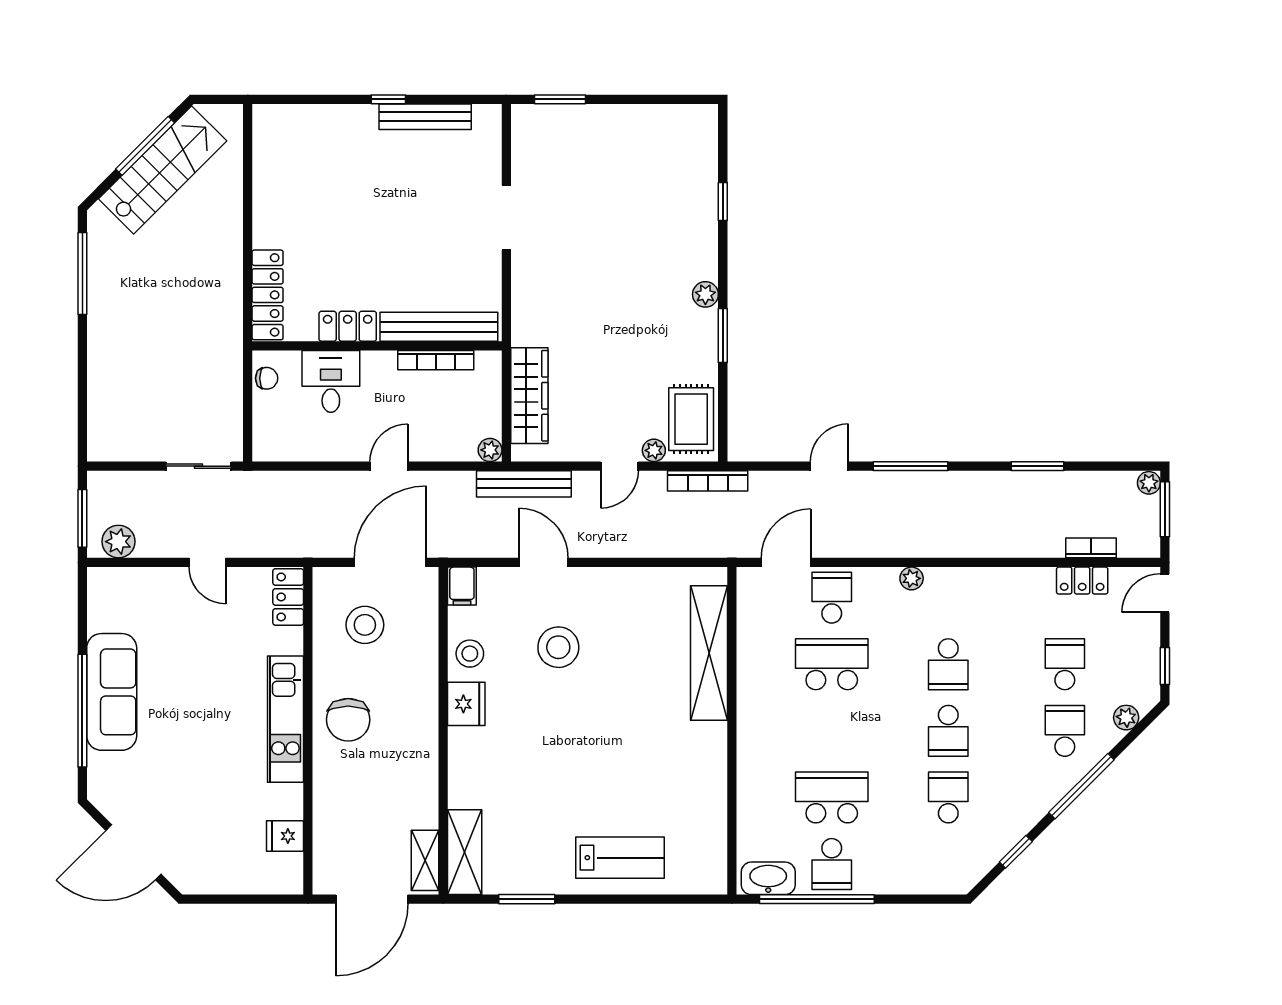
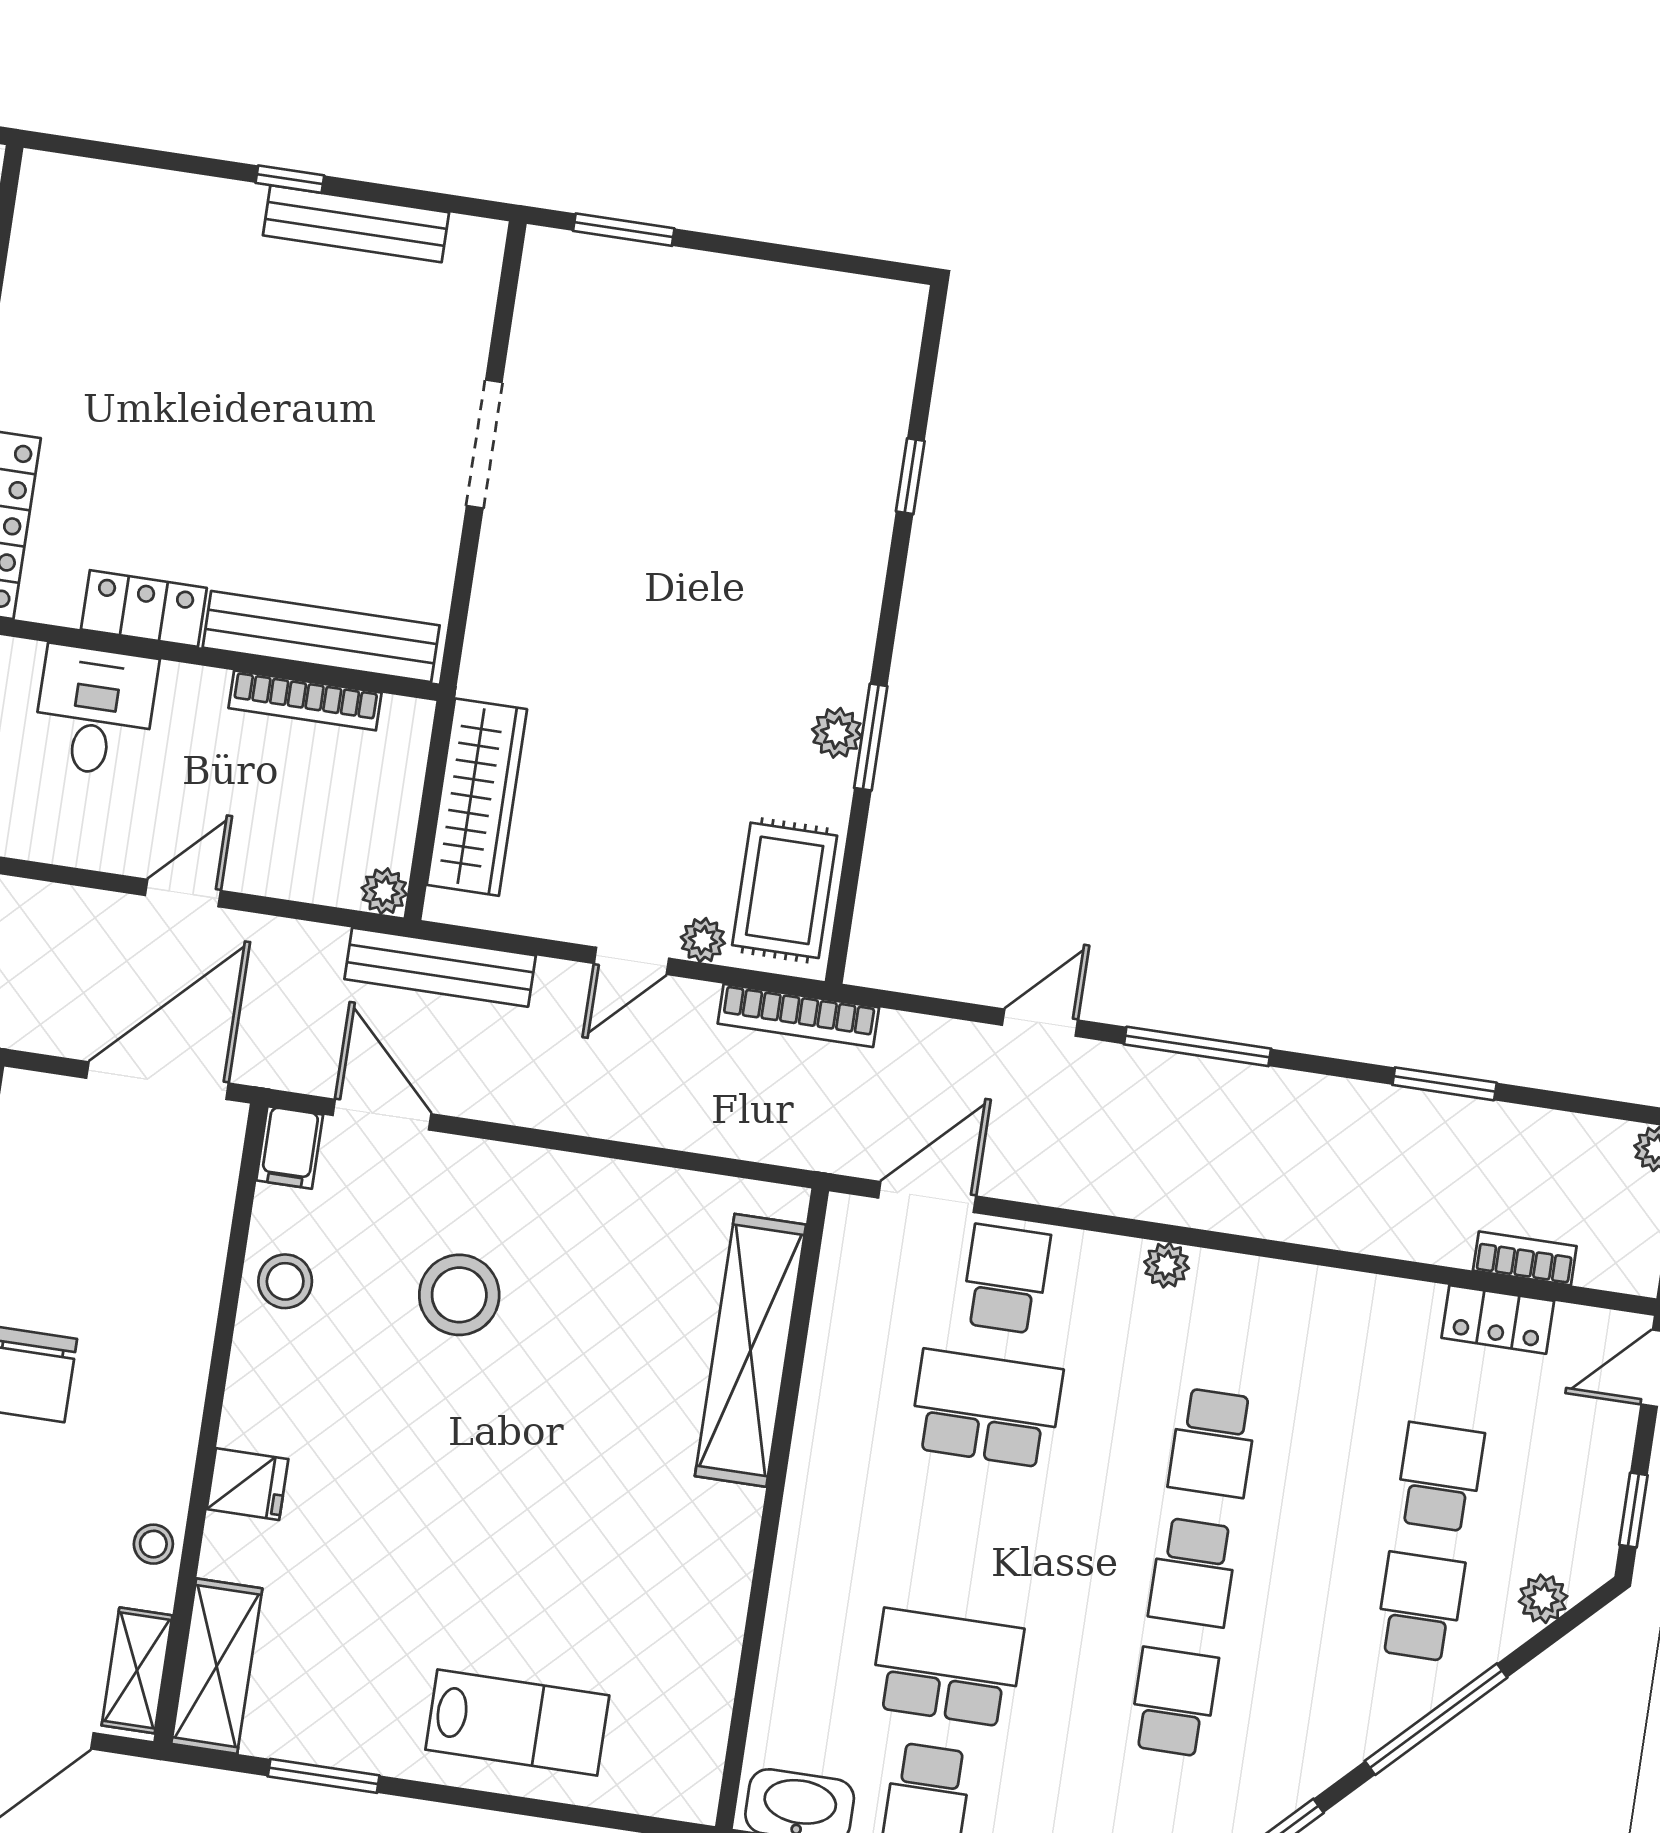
plant: (705, 294) -> (837, 733), moved
door: (543, 562) -> (382, 1115), moved
stool: (365, 625) -> (153, 1544), moved, width x0.53, depth x0.53
fridge: (466, 704) -> (247, 1484), moved, width x0.72

